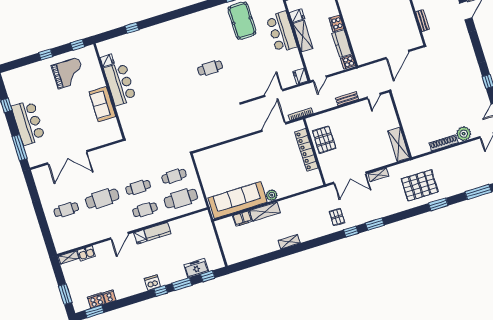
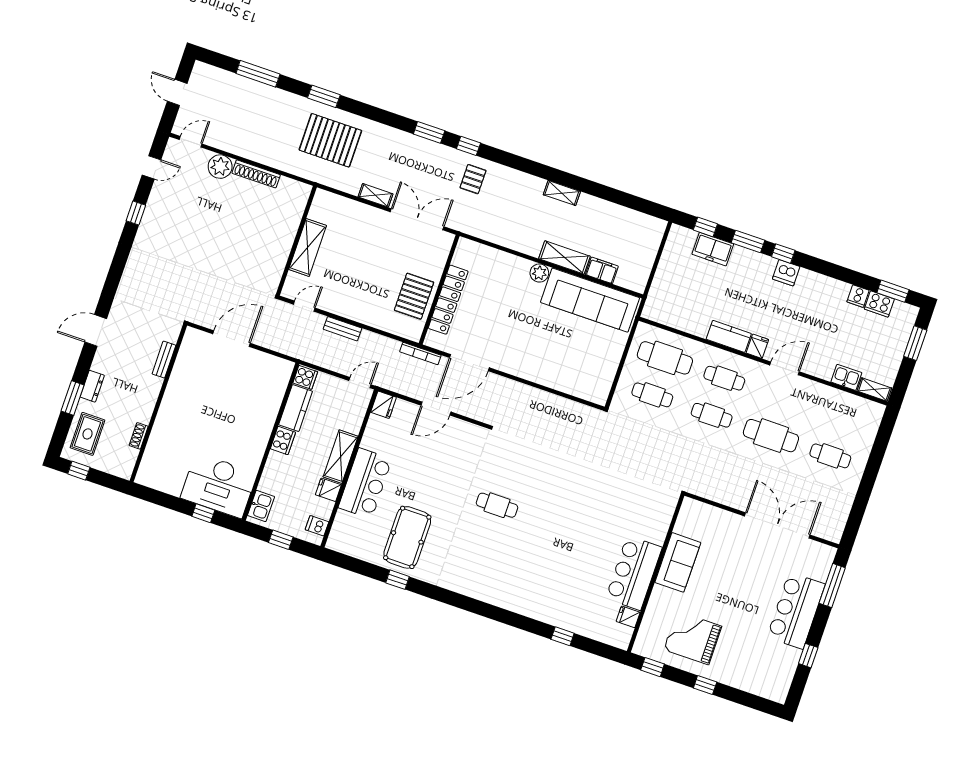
shelving: (399, 144) -> (308, 247), moved

